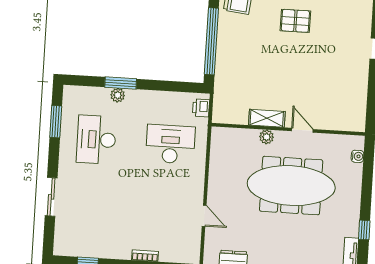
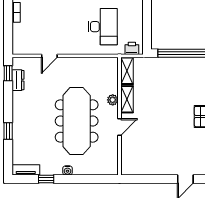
shelving: (230, 116) -> (127, 71), added
water cooler: (357, 156) -> (67, 170), moved

